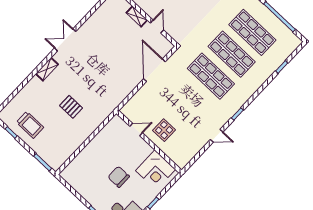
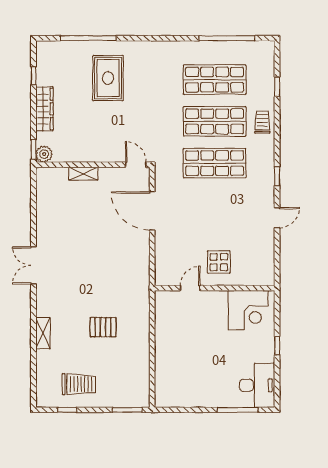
door: (157, 27) -> (136, 165), moved
shelving: (47, 69) -> (43, 333), moved
trolley: (256, 78) -> (262, 122), added
chair: (119, 177) -> (218, 352), removed

